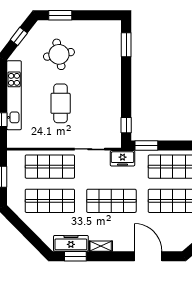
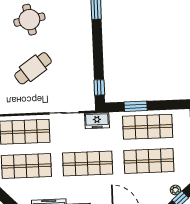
cafe table: (61, 103) -> (33, 68), turned 55
window: (146, 146) -> (136, 106), moved

